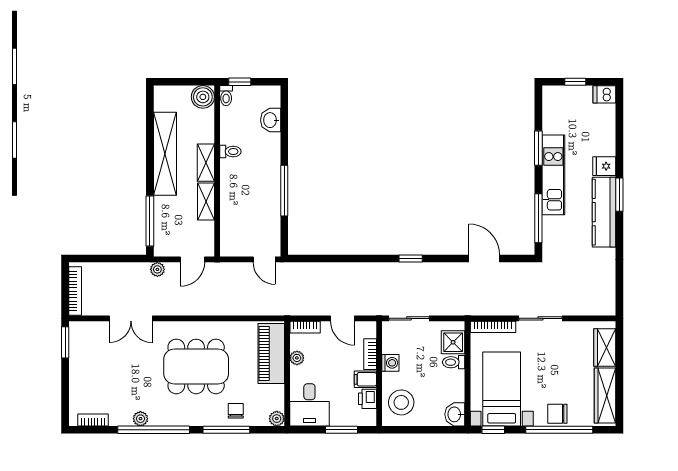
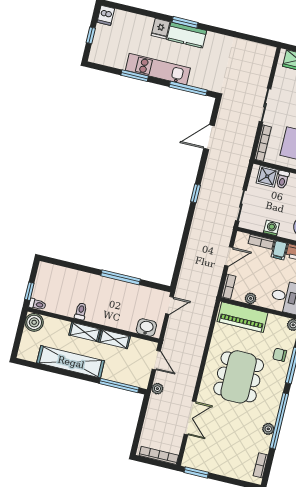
washbasin: (271, 120) -> (146, 327), moved, turned 180
kitchen counter: (604, 212) -> (187, 35), width x0.67

